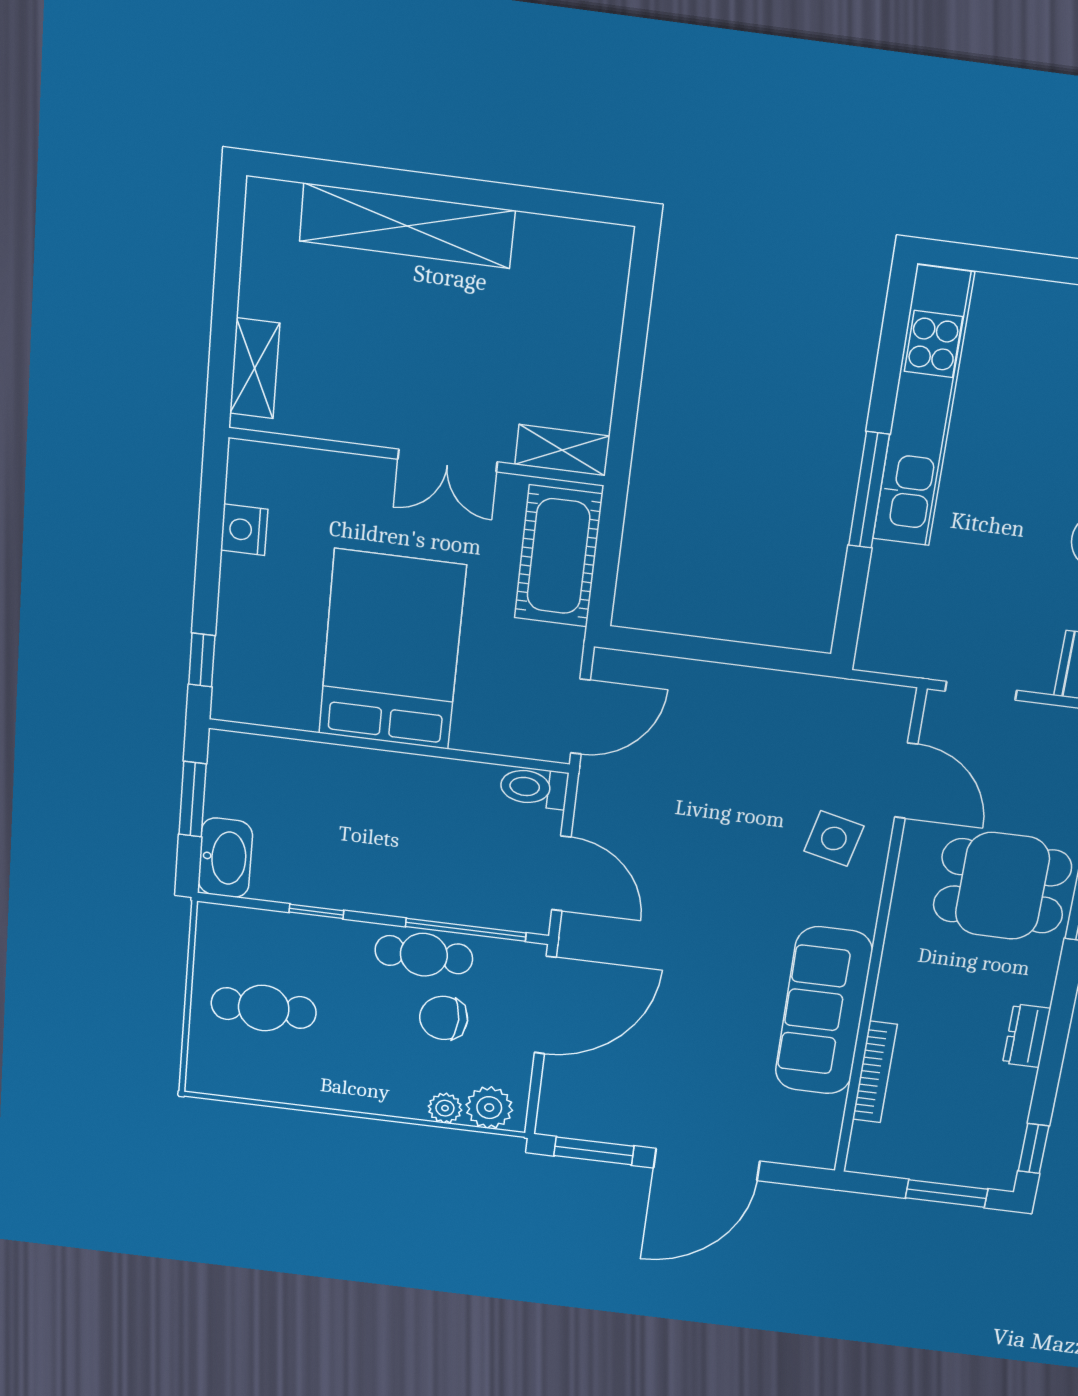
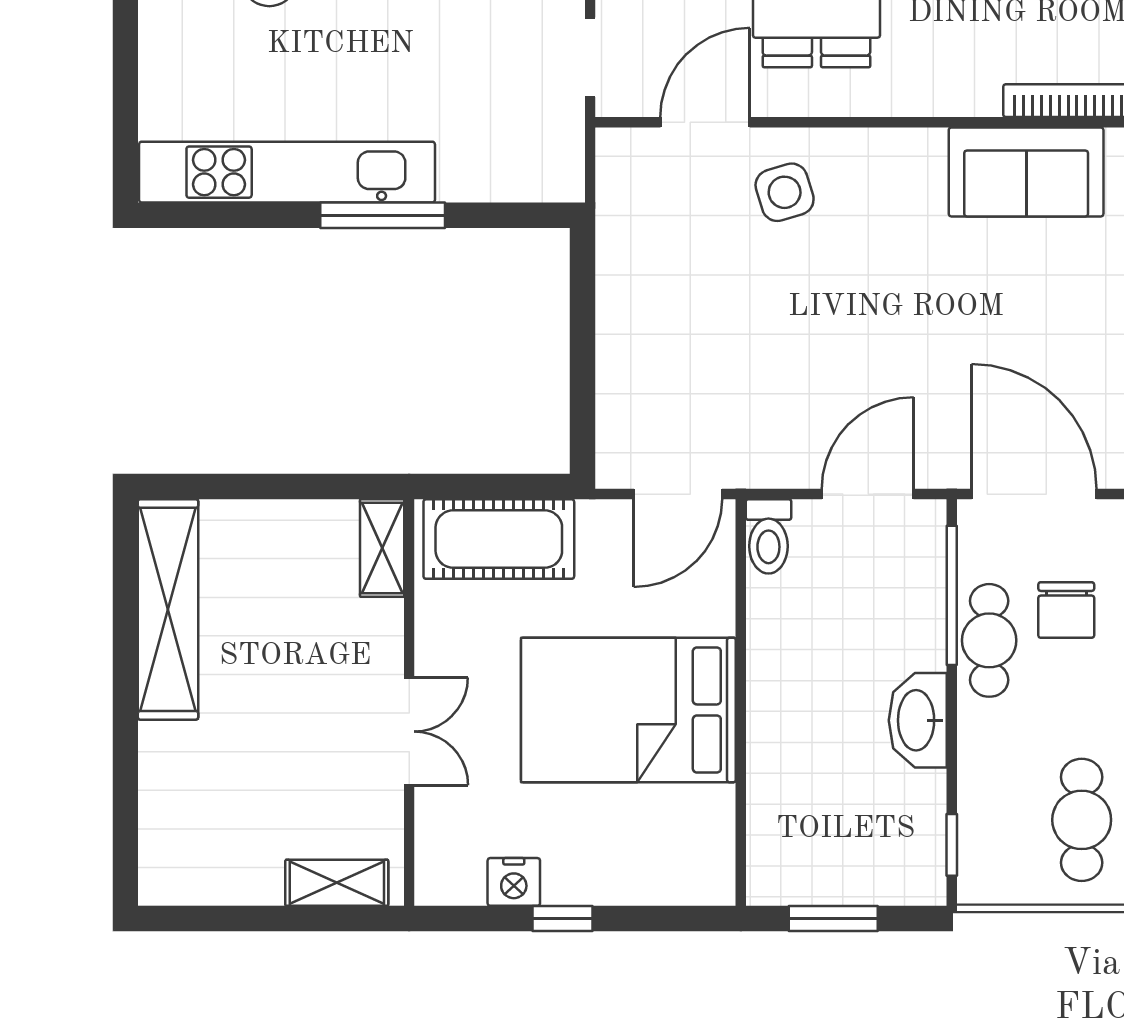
shelving: (407, 226) -> (168, 609), moved
double door: (448, 461) -> (409, 731), moved
window: (202, 660) -> (563, 919), moved
door: (580, 717) -> (678, 494), swing flipped
side table: (834, 838) -> (785, 192), turned -30
washbasin: (225, 858) -> (918, 720), moved, turned -90
window: (316, 911) -> (952, 845), moved
sofa: (824, 1011) -> (1026, 172), width x0.73

